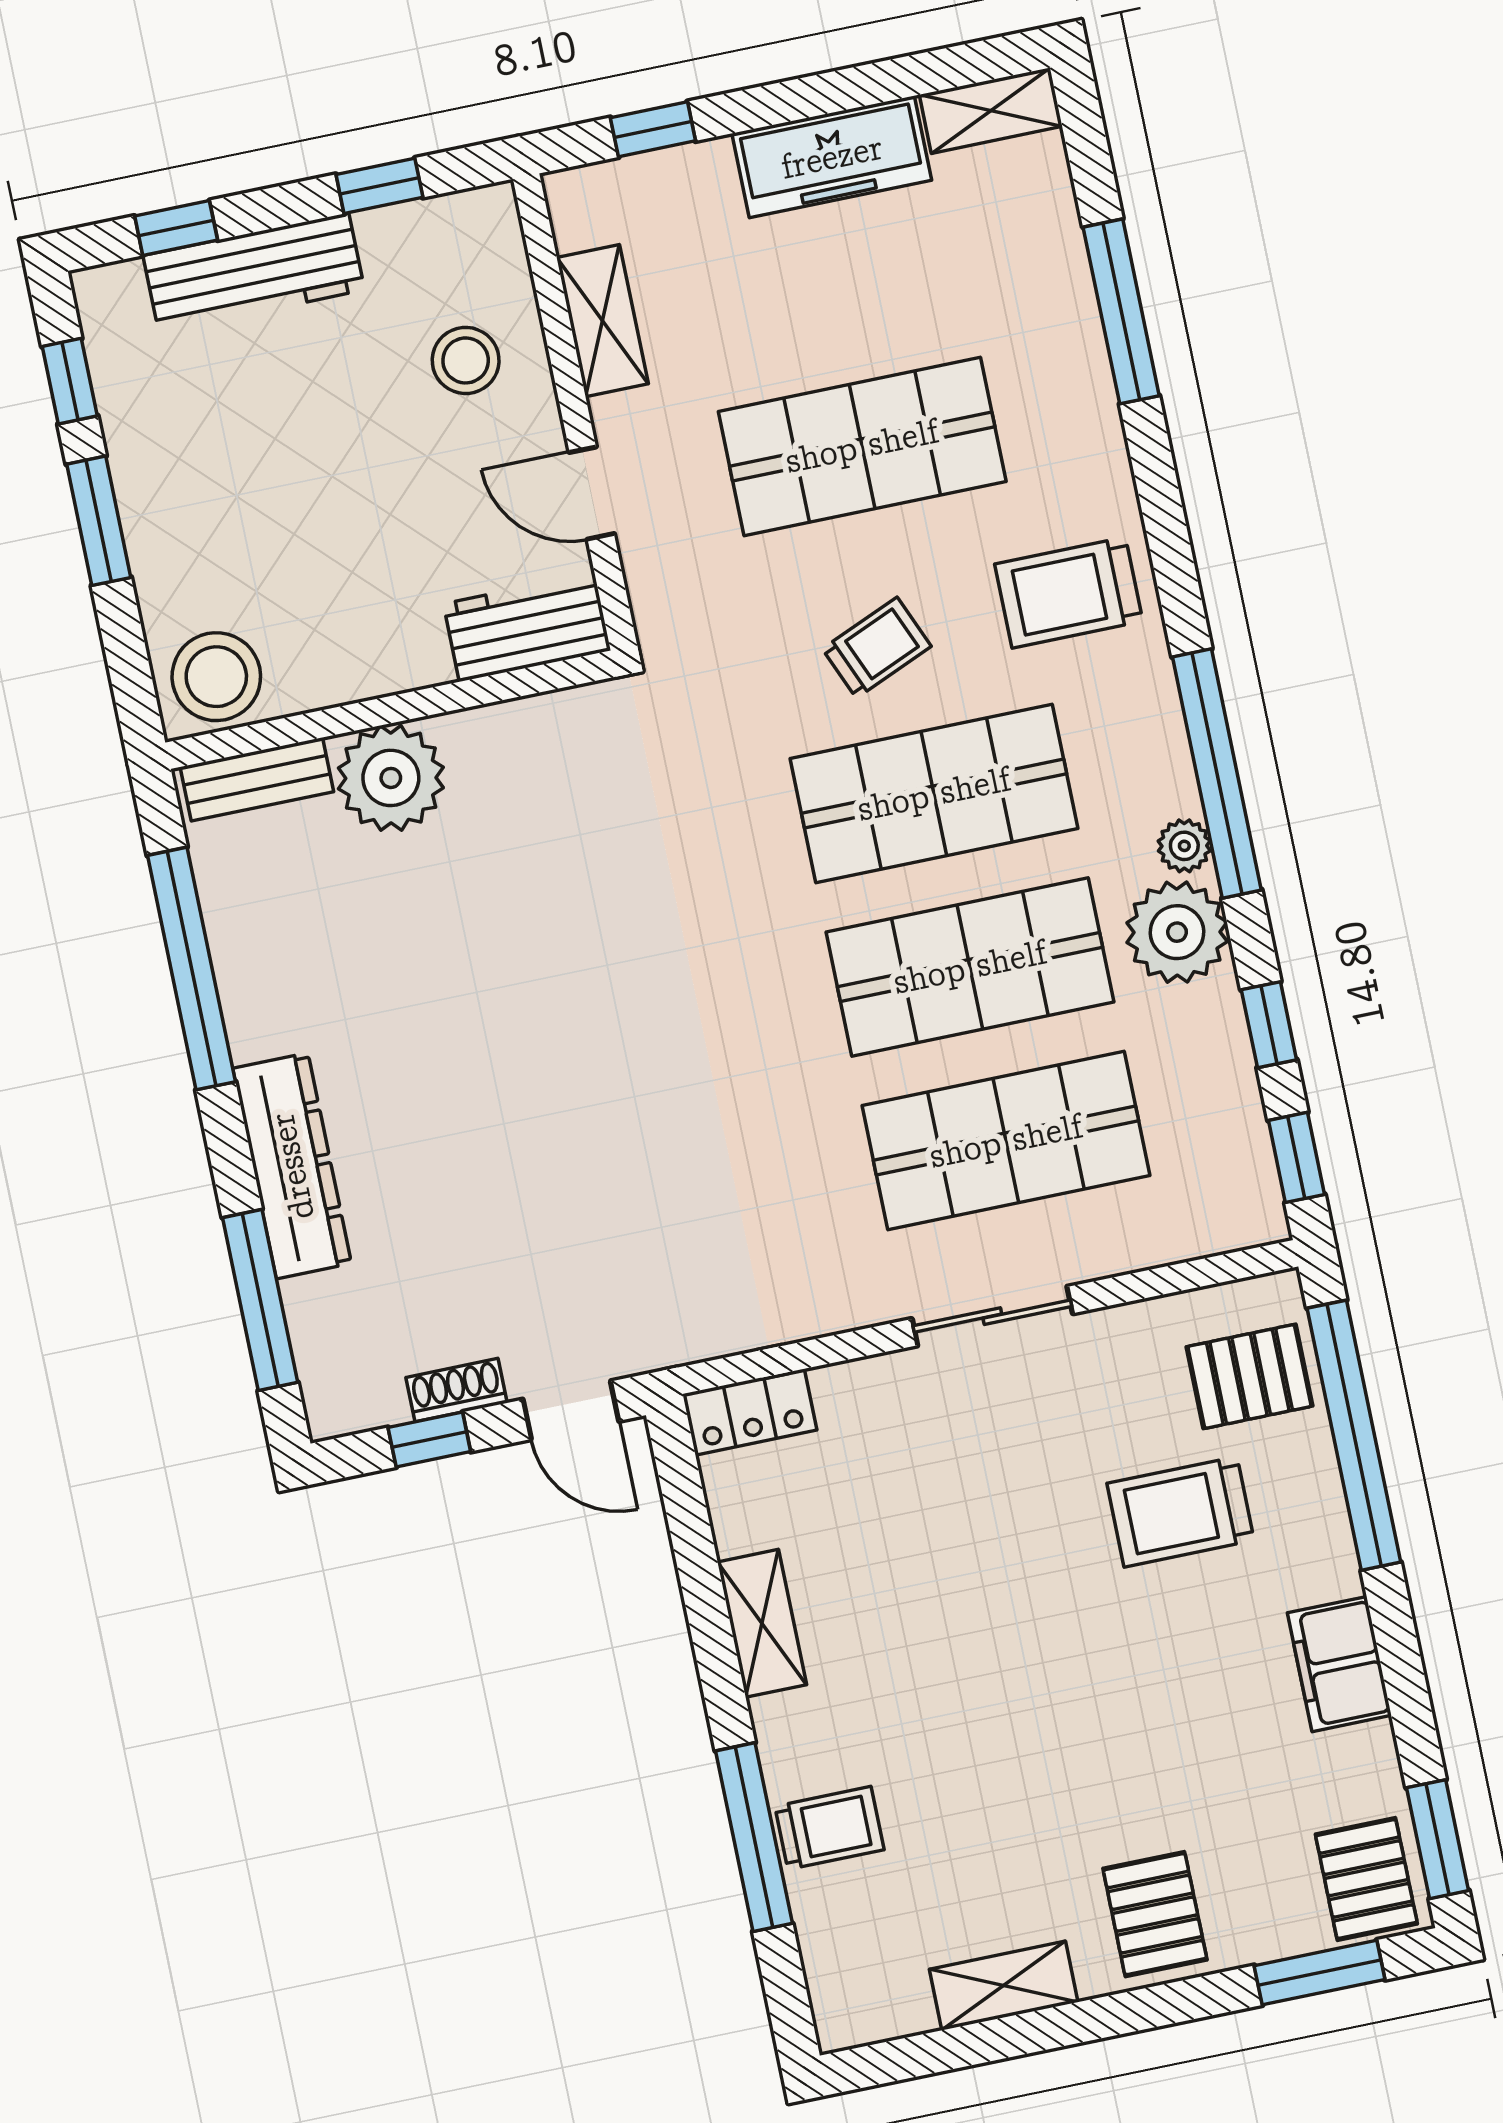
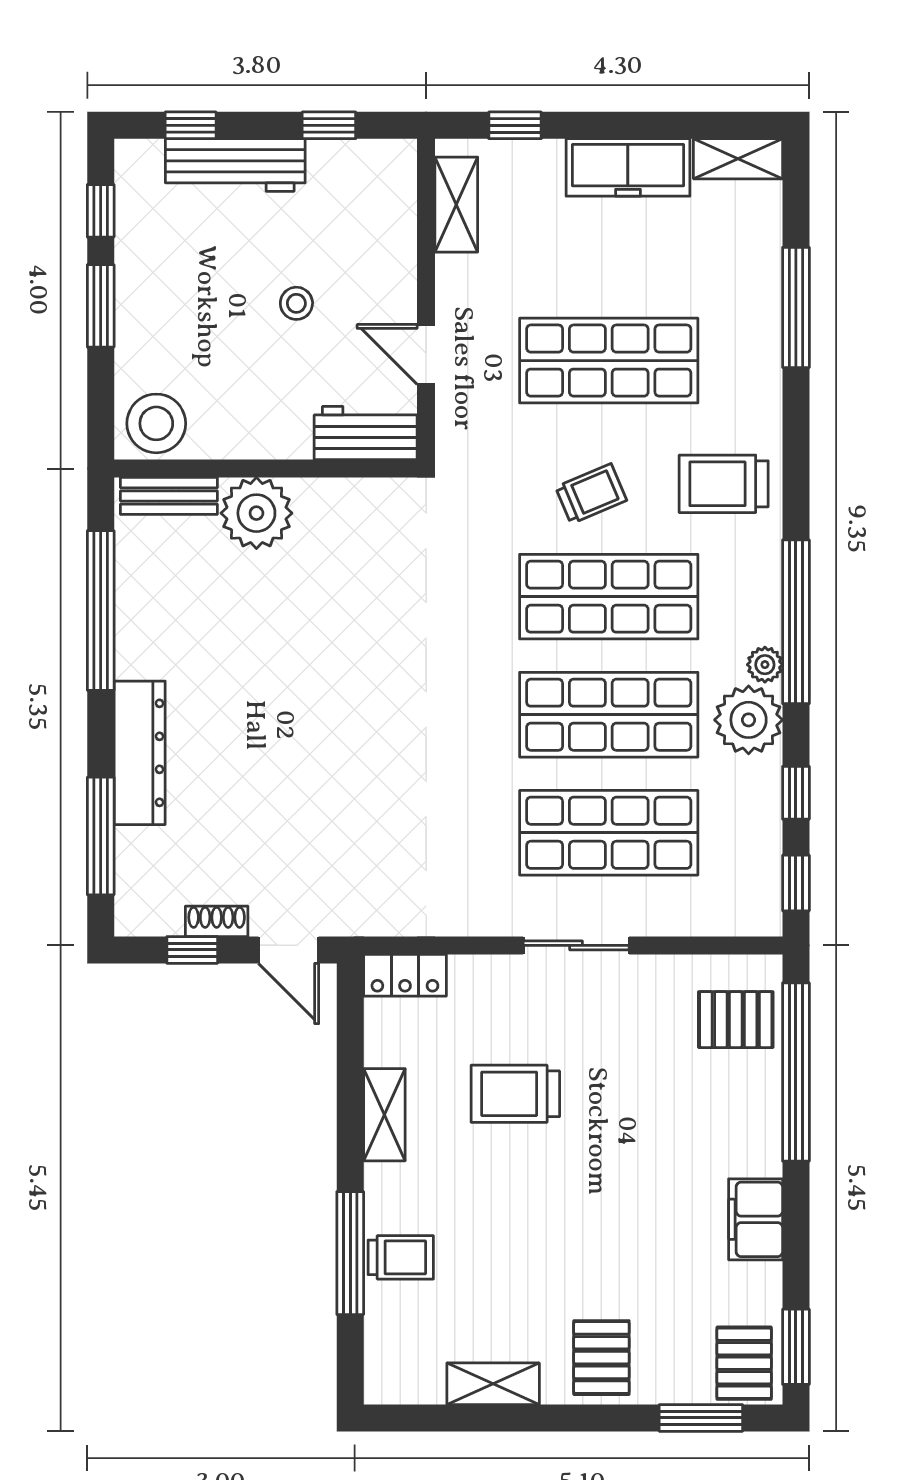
shelving: (602, 321) -> (456, 205), moved
stool: (466, 360) -> (296, 303), moved, width x0.73, depth x0.73
trolley: (1181, 1512) -> (515, 1094), moved

